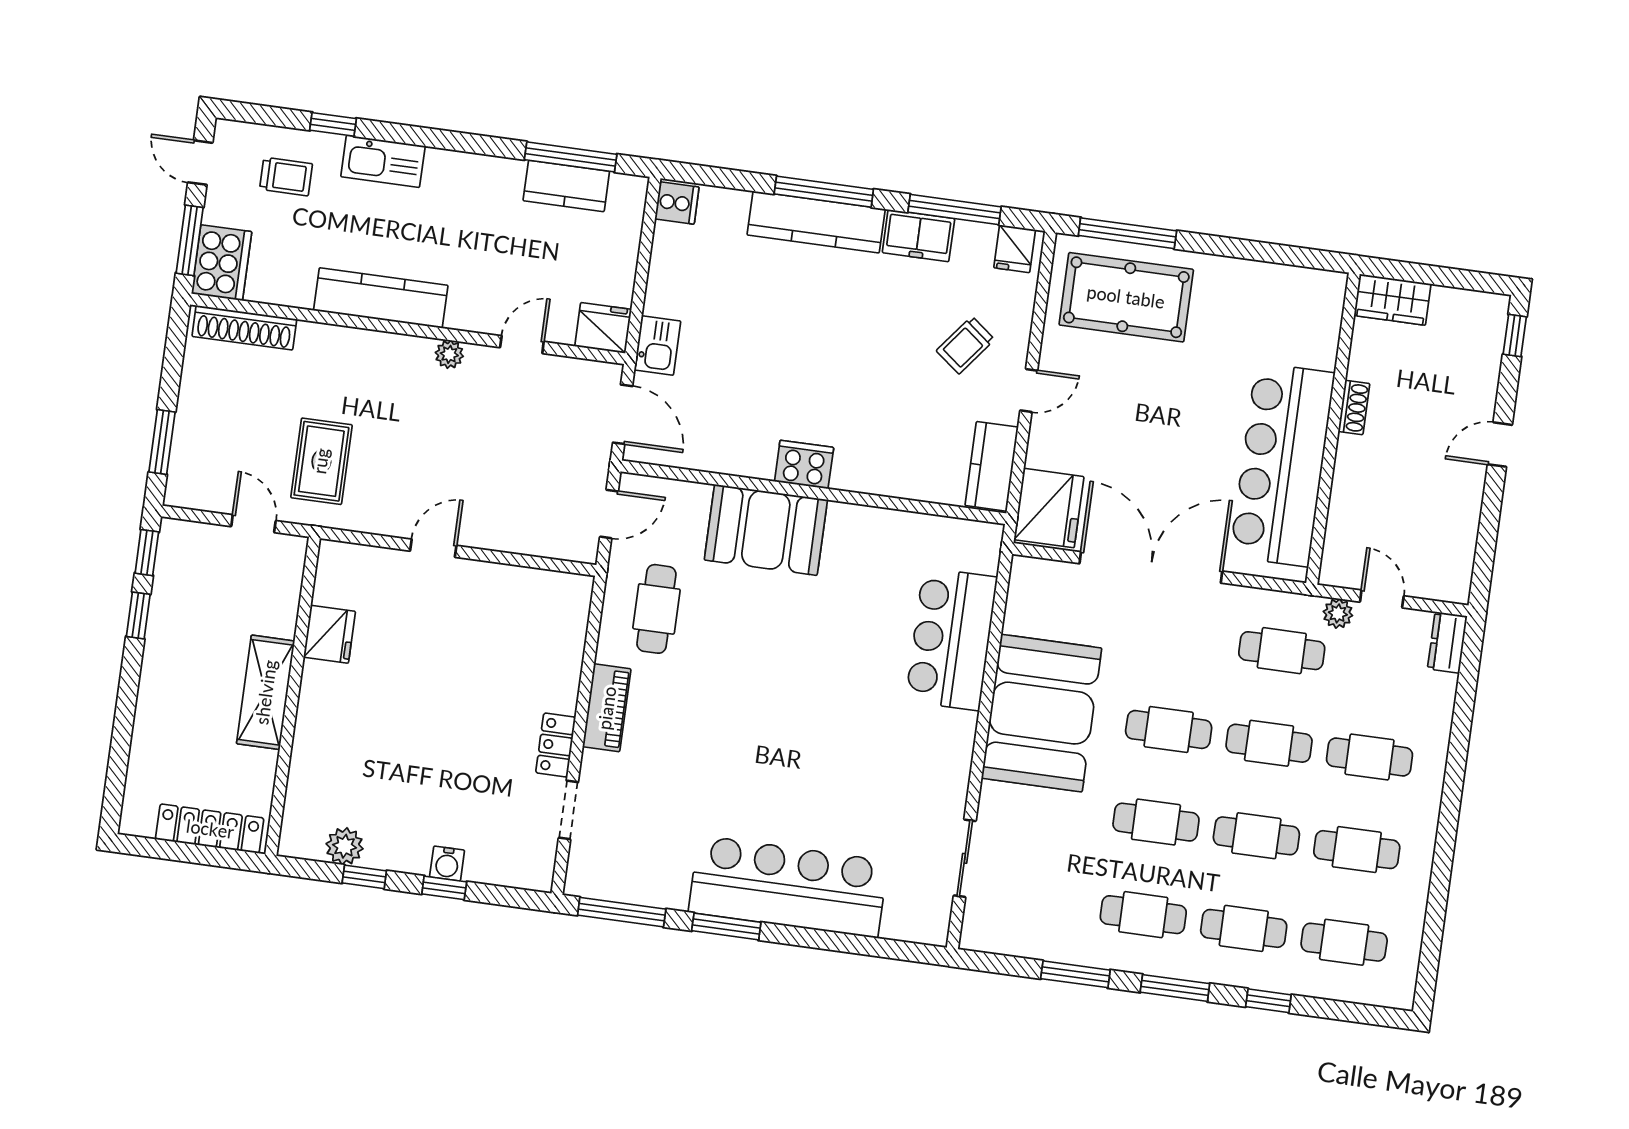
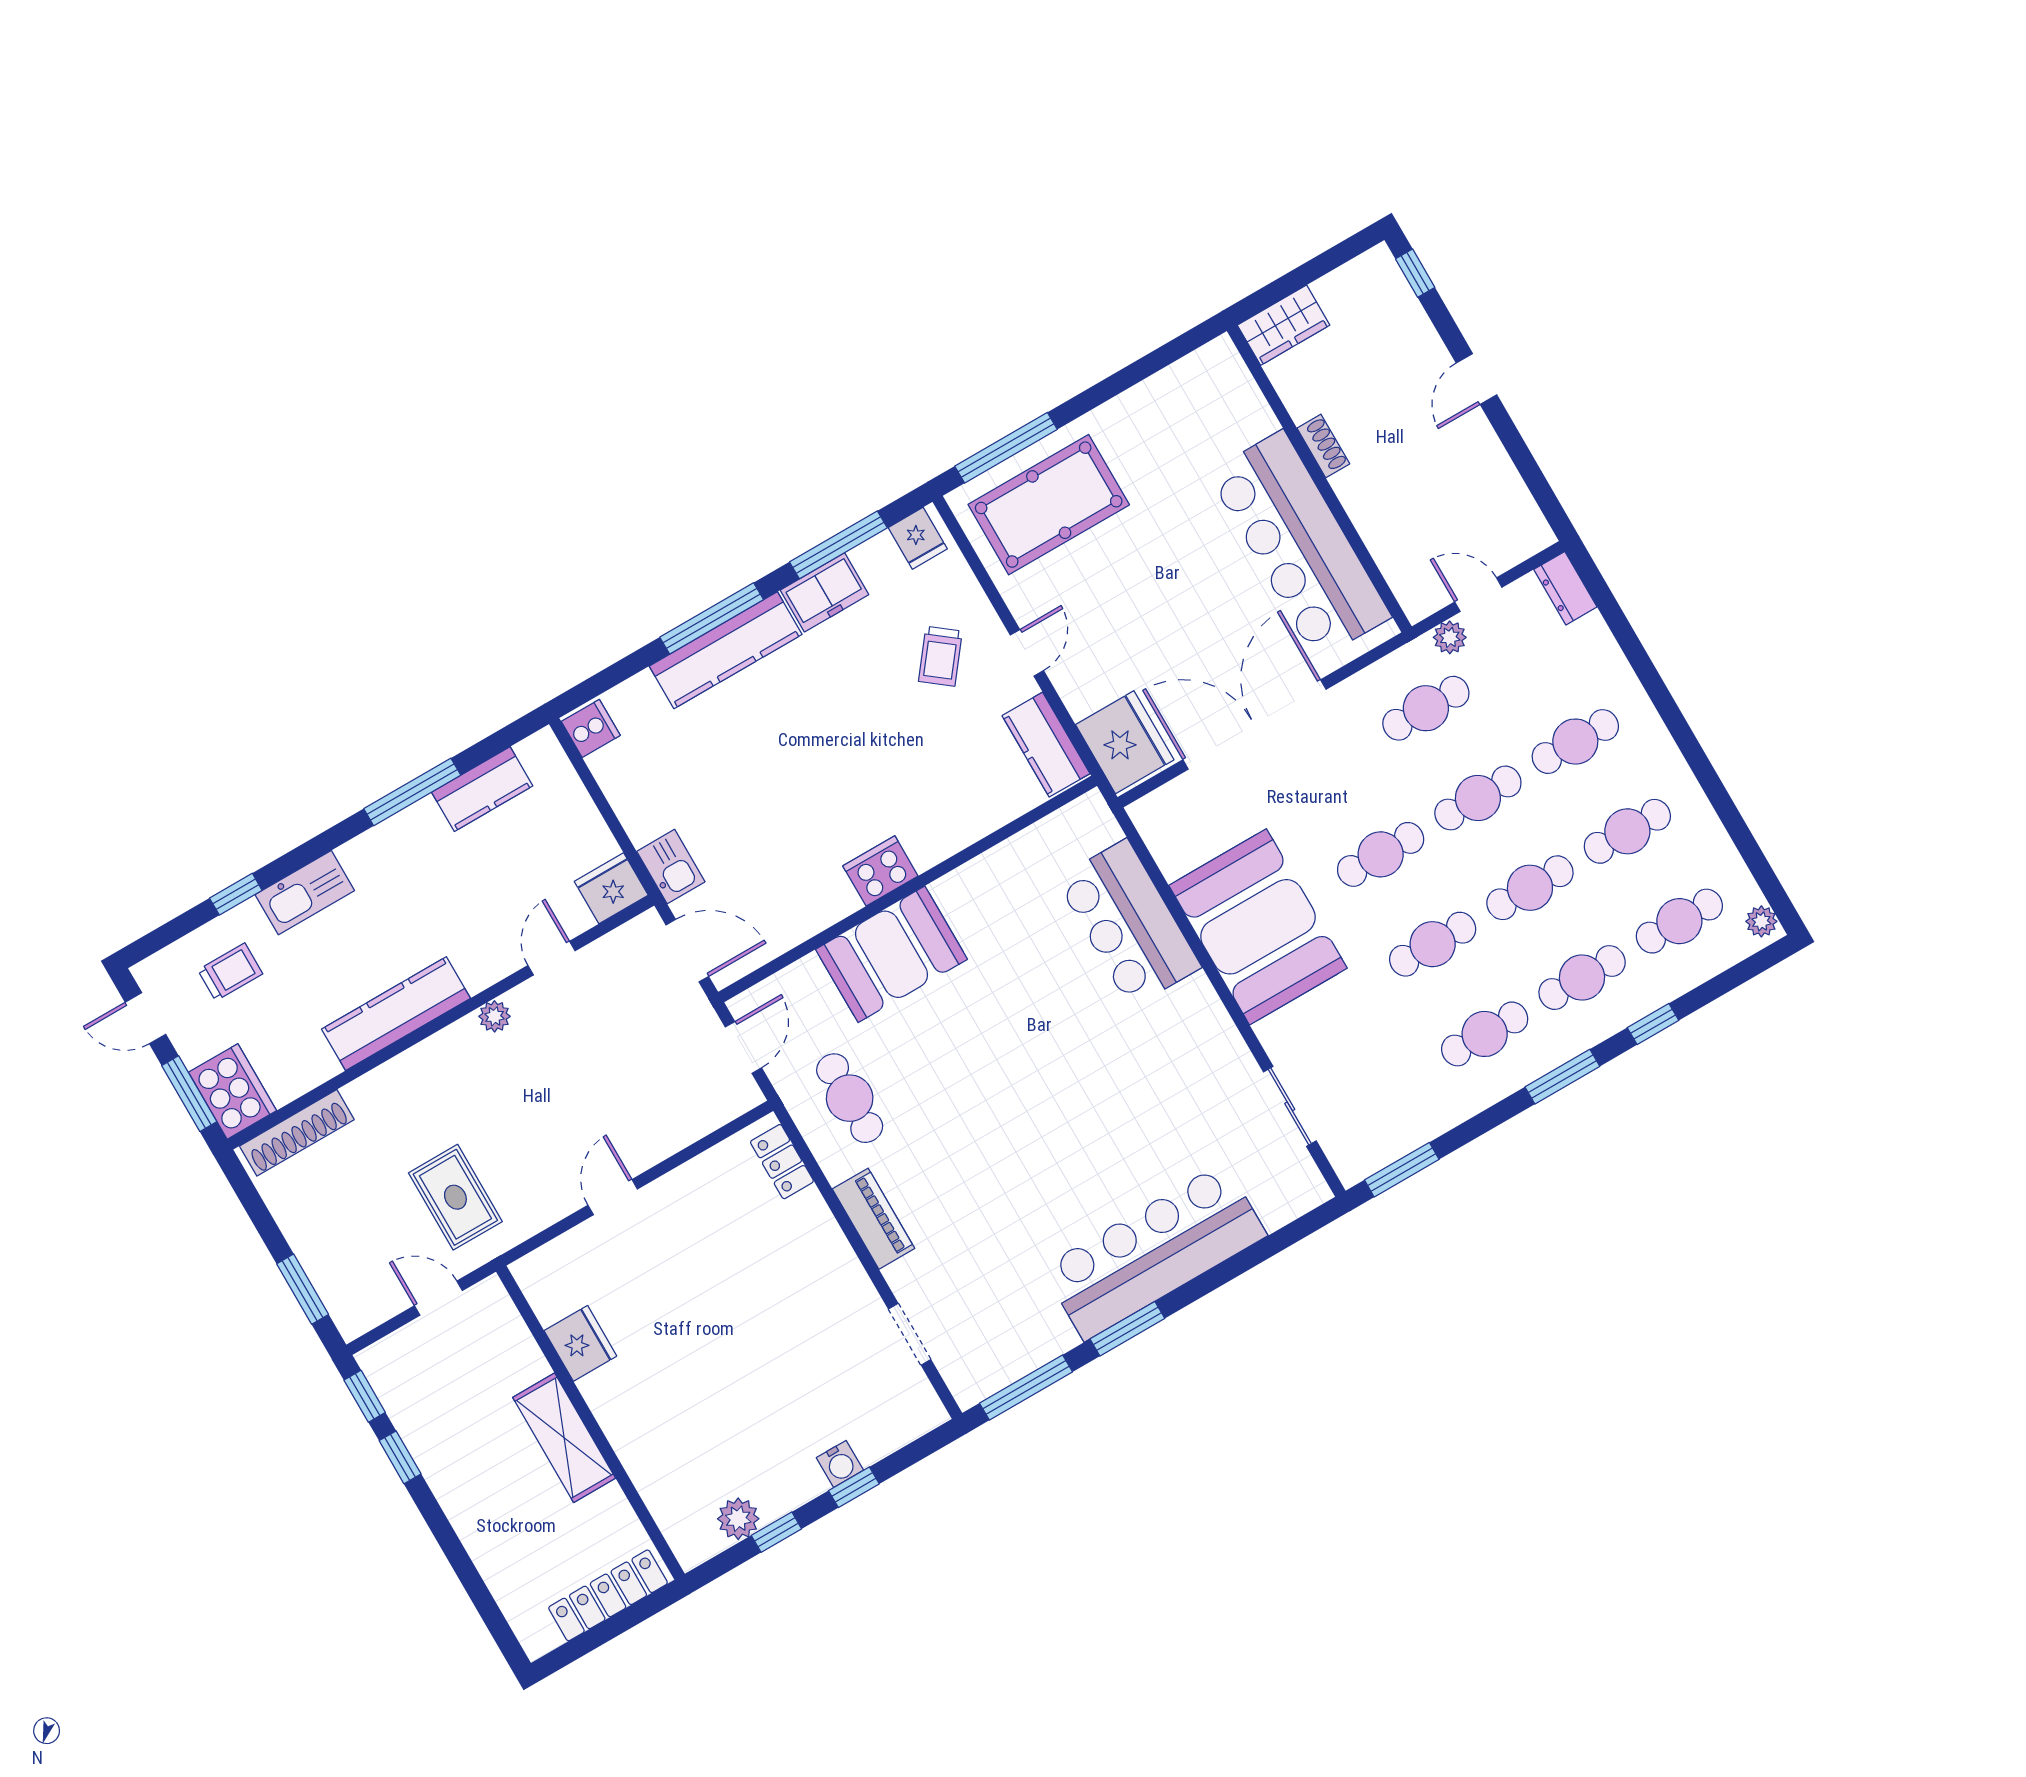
window: (571, 157) -> (412, 792), moved
locker: (556, 745) -> (782, 1162), moved
window: (1075, 974) -> (1402, 1170), moved
plant: (1402, 988) -> (1761, 921), added

